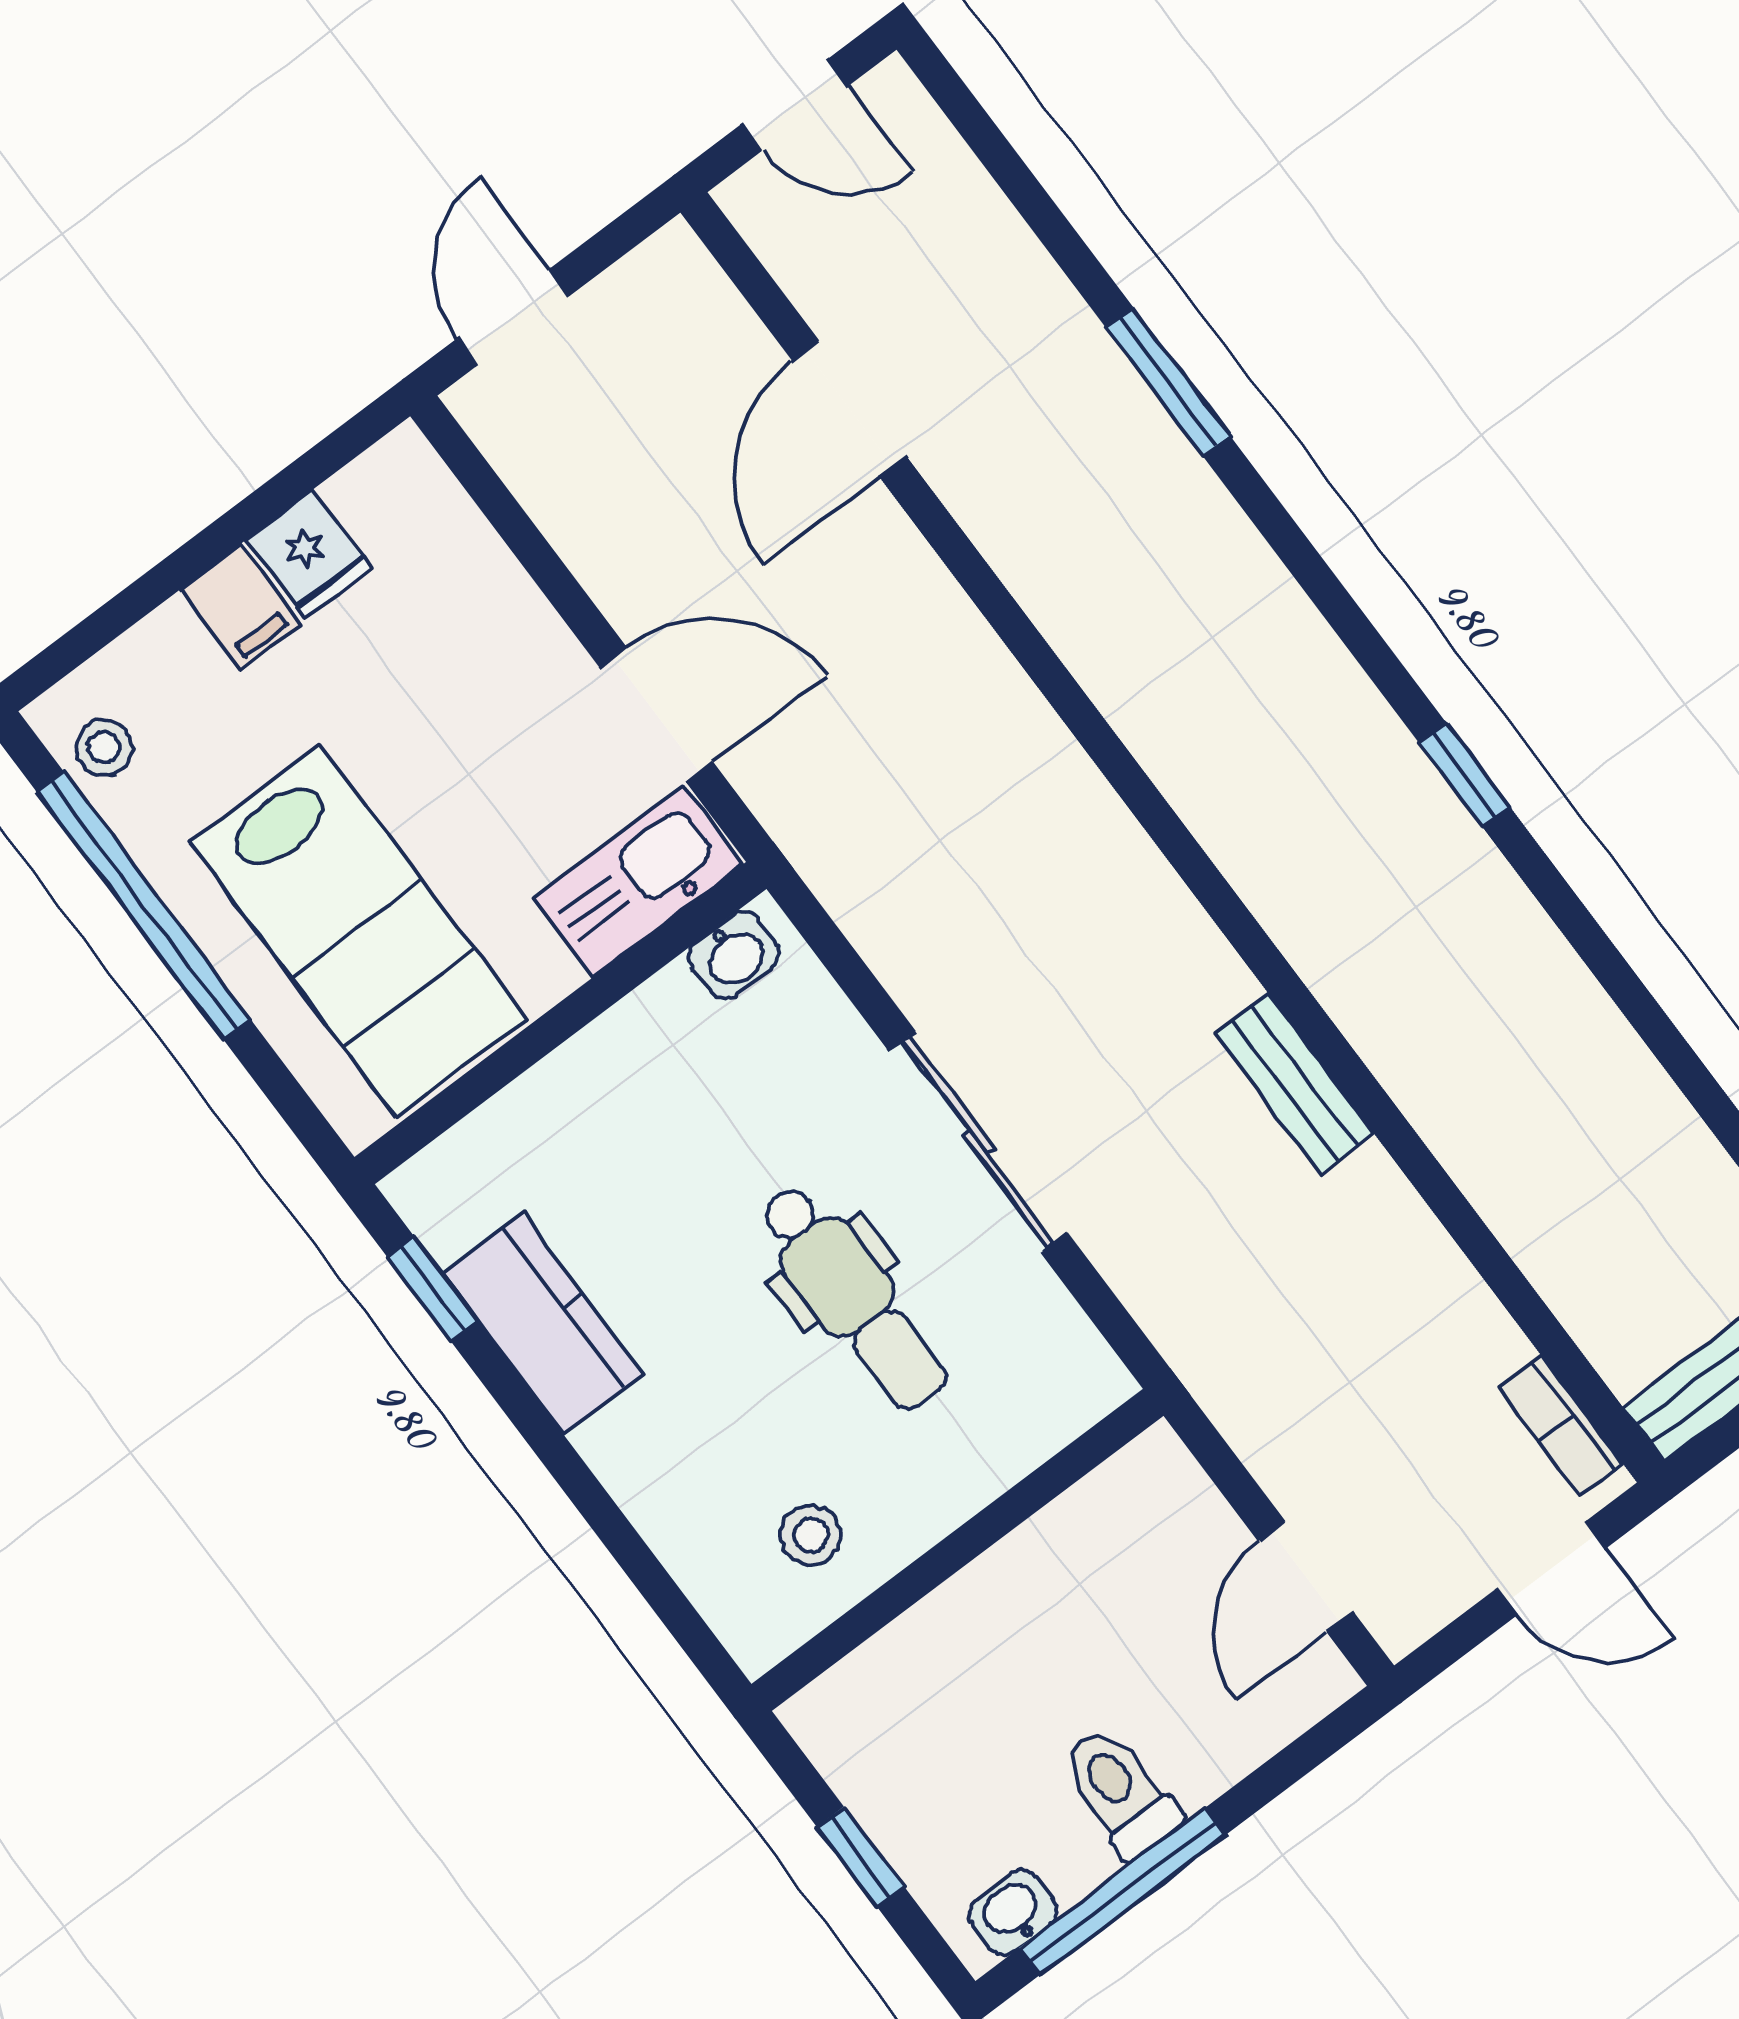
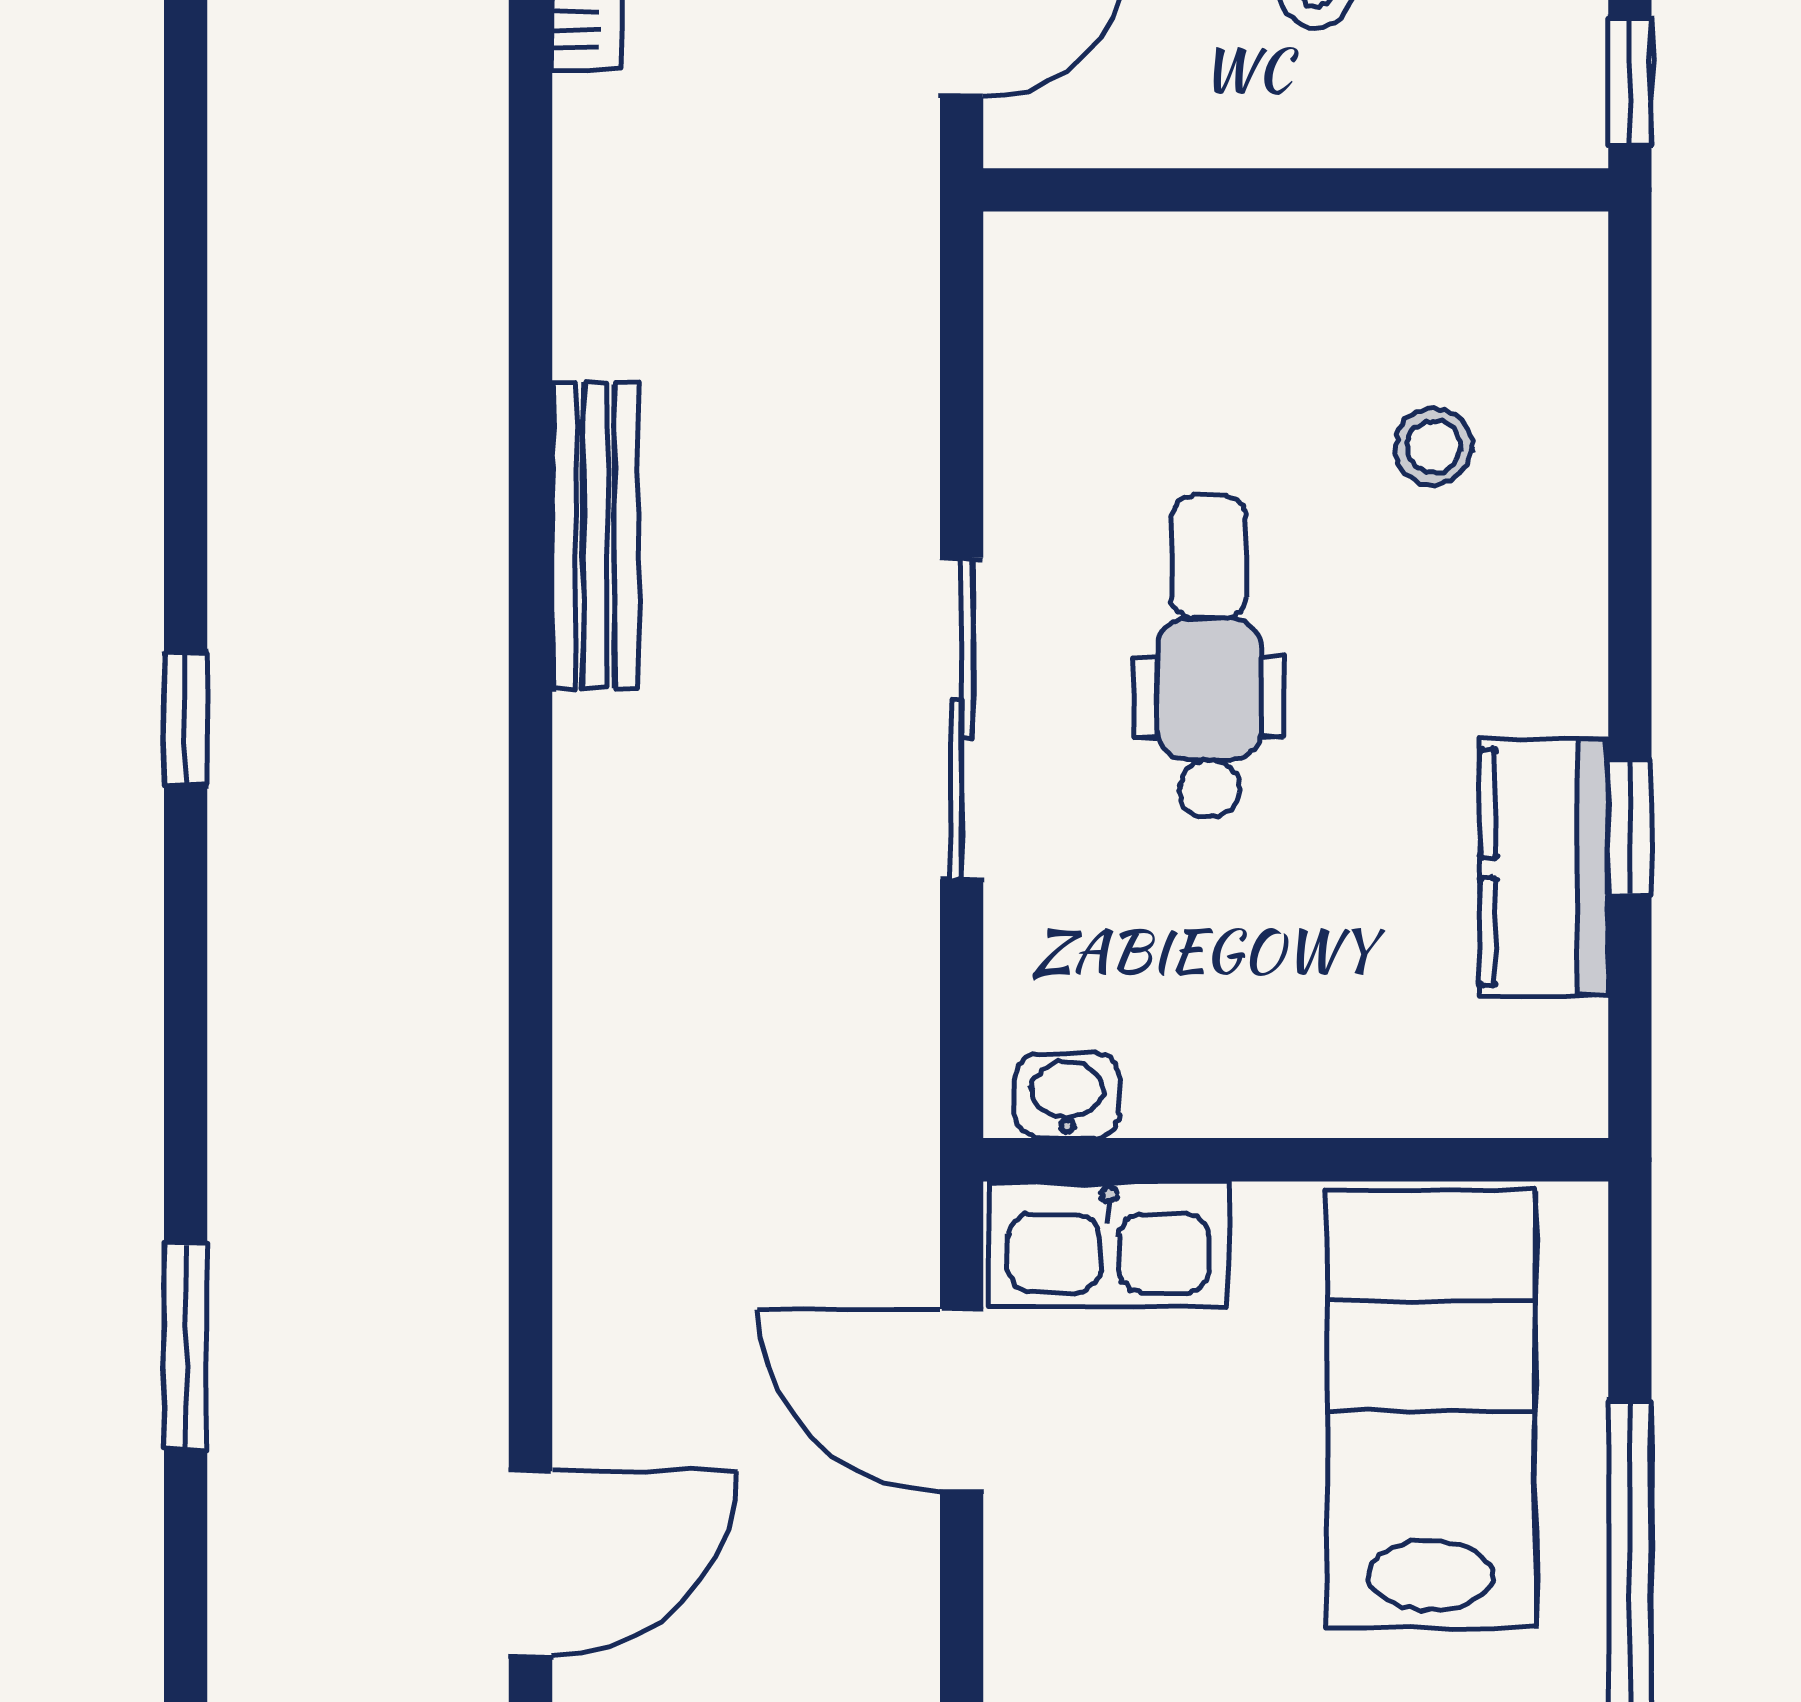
bench: (1294, 1083) -> (595, 536), width x1.36
window: (432, 1289) -> (1630, 827), moved
wall: (957, 1550) -> (1296, 190), moved

